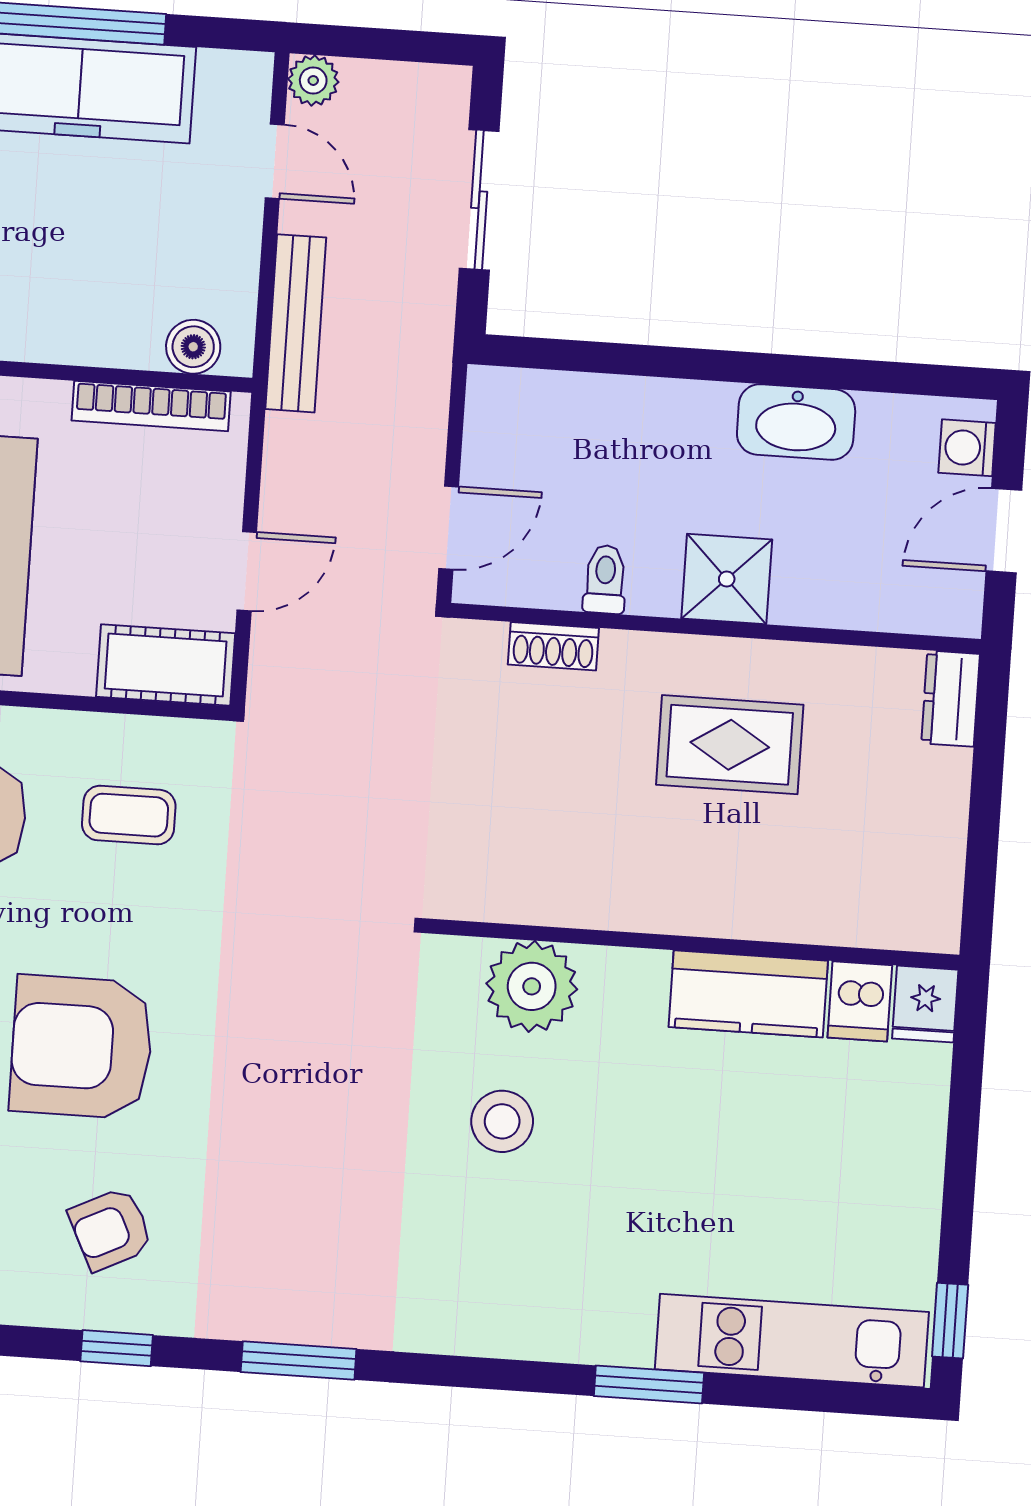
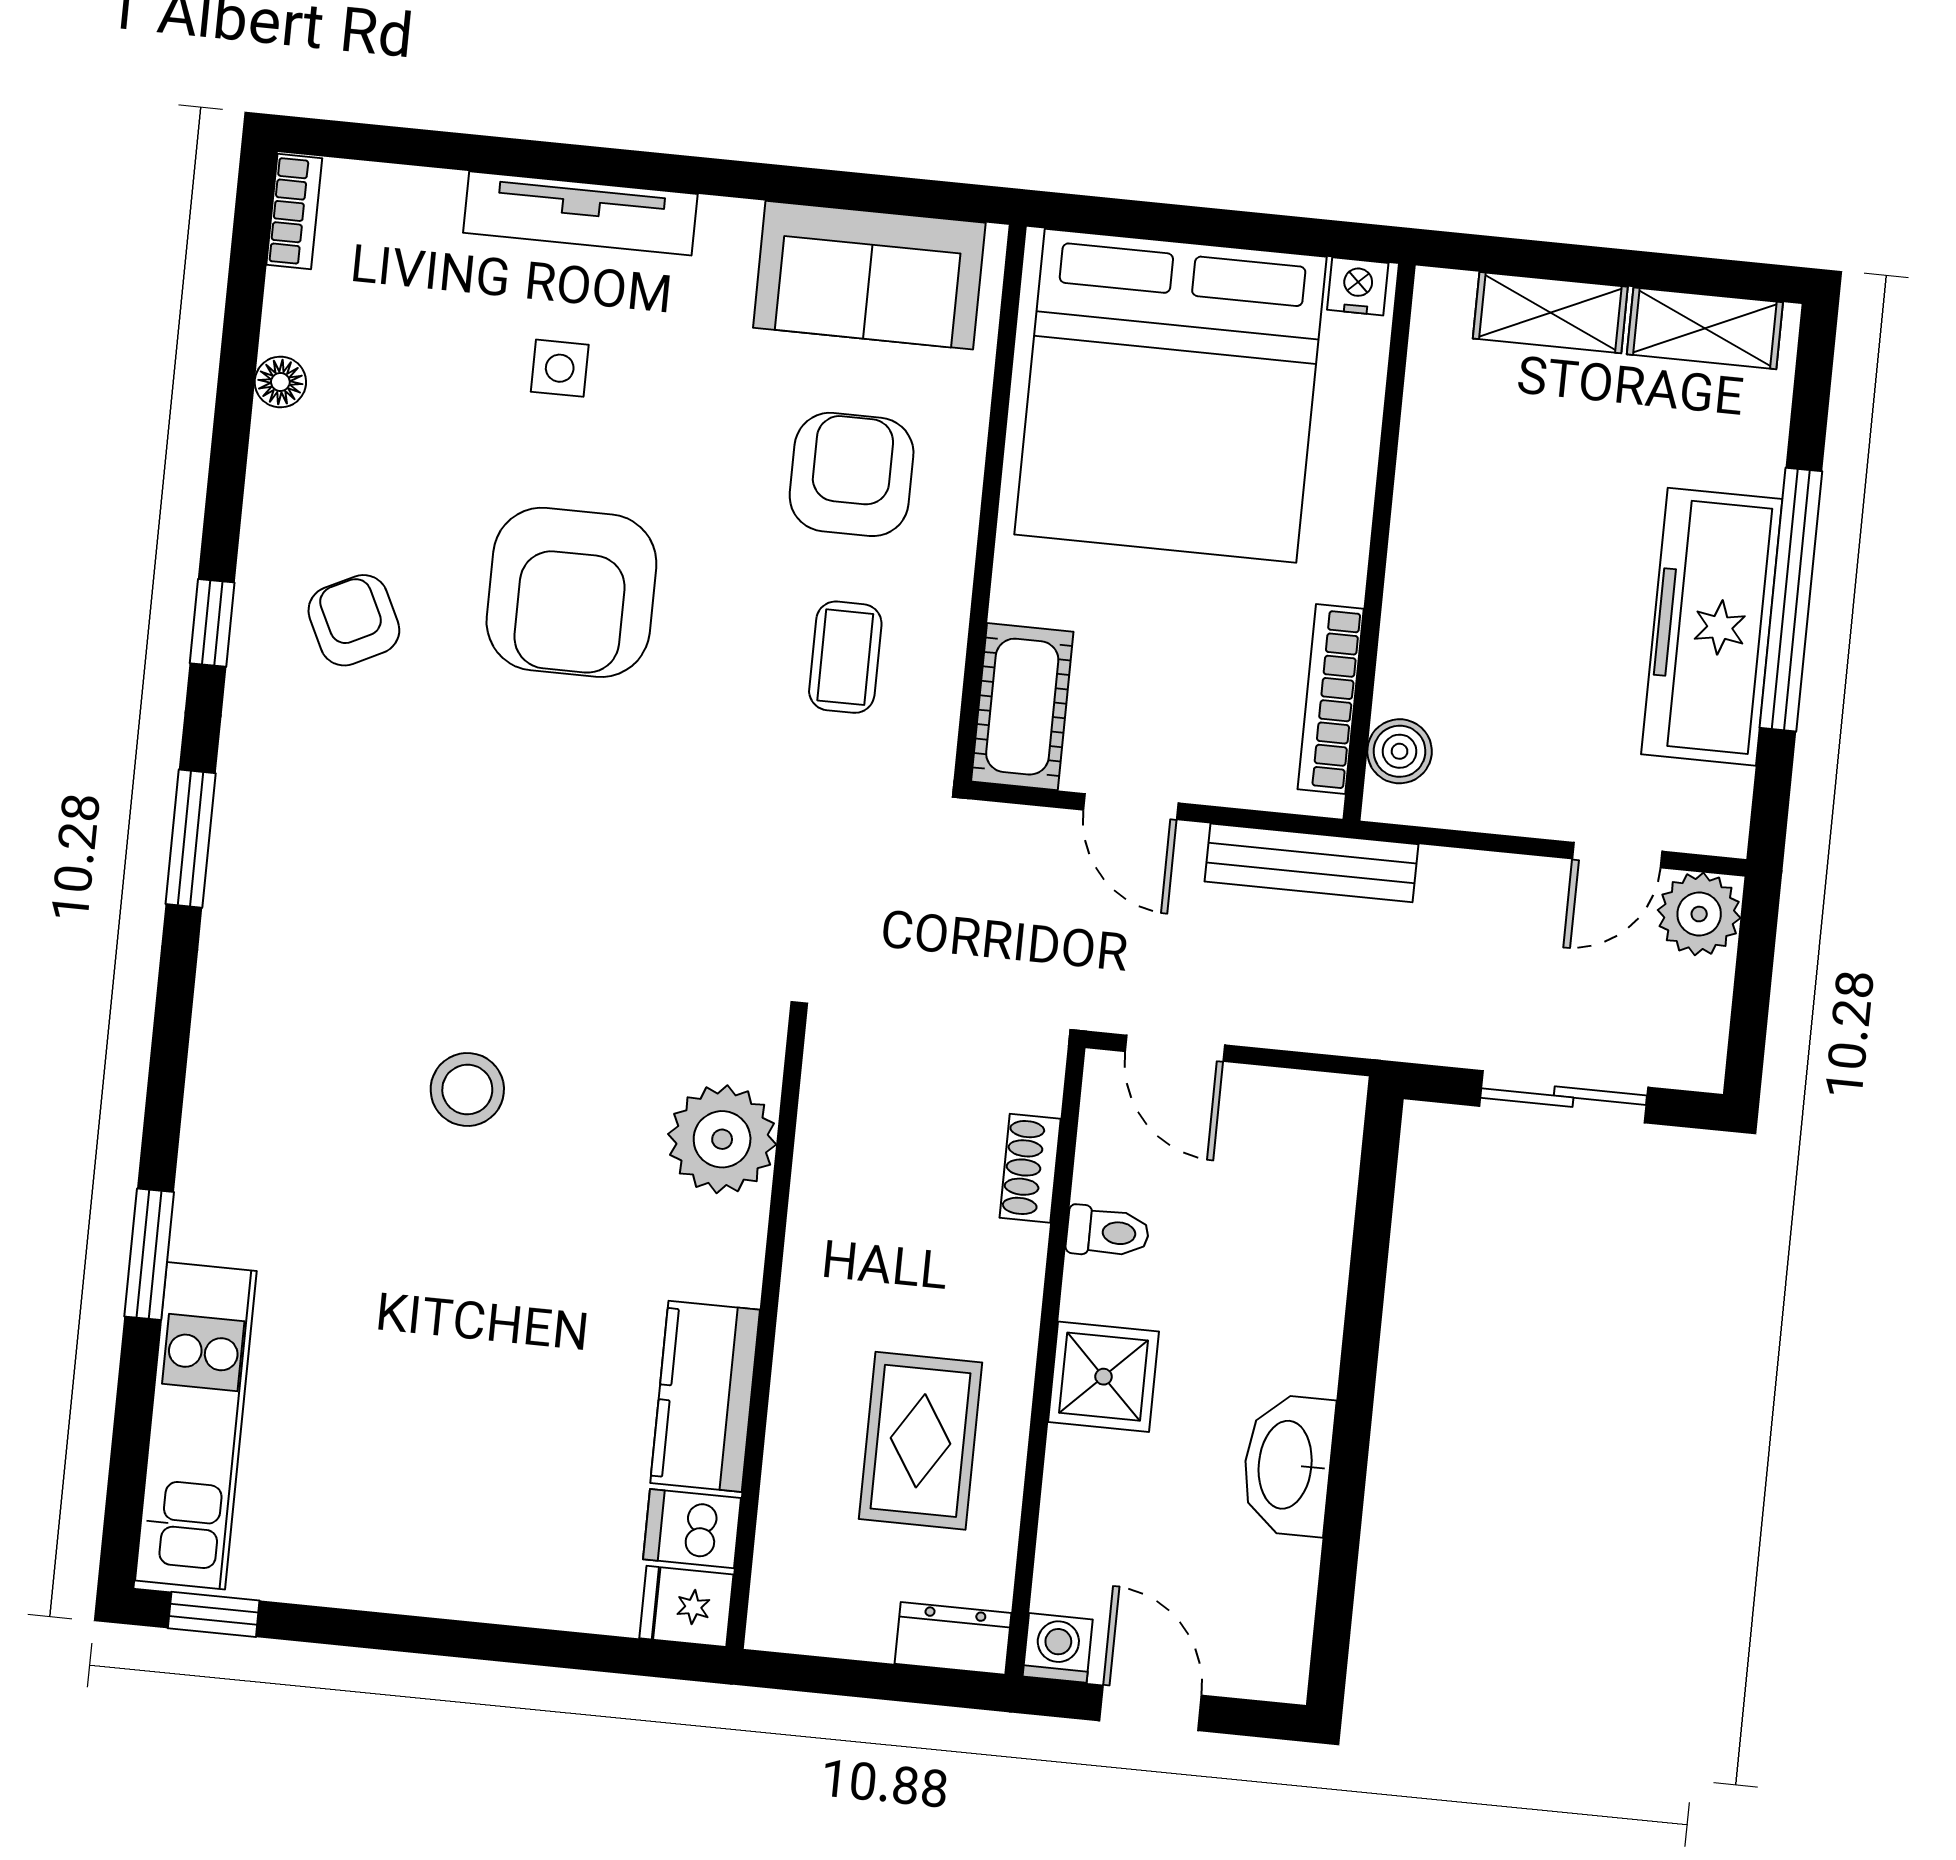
plant: (313, 80) -> (1699, 914), width x1.38, depth x1.38
bench: (296, 323) -> (1312, 863), moved
washing machine: (967, 448) -> (1058, 1648), moved
rug: (730, 745) -> (920, 1441), moved
wall: (694, 944) -> (766, 1334), moved
plant: (532, 986) -> (722, 1139), moved
kitchen counter: (748, 994) -> (705, 1396), moved
dishwasher: (860, 1001) -> (692, 1529), moved
fridge: (925, 1004) -> (686, 1606), moved
armchair: (82, 1047) -> (571, 592), turned 180

